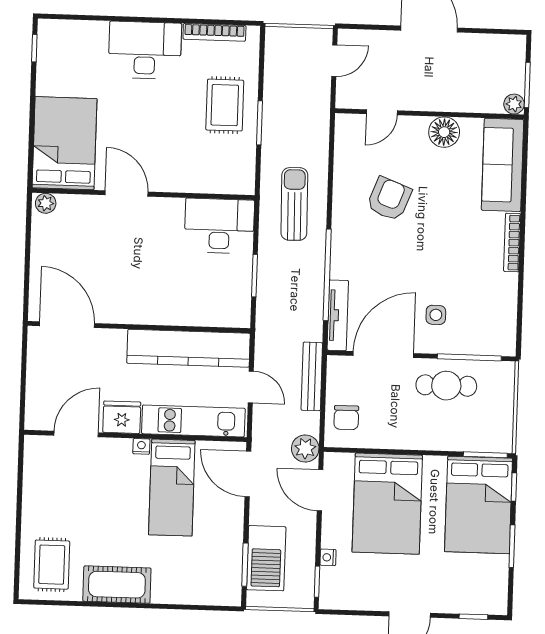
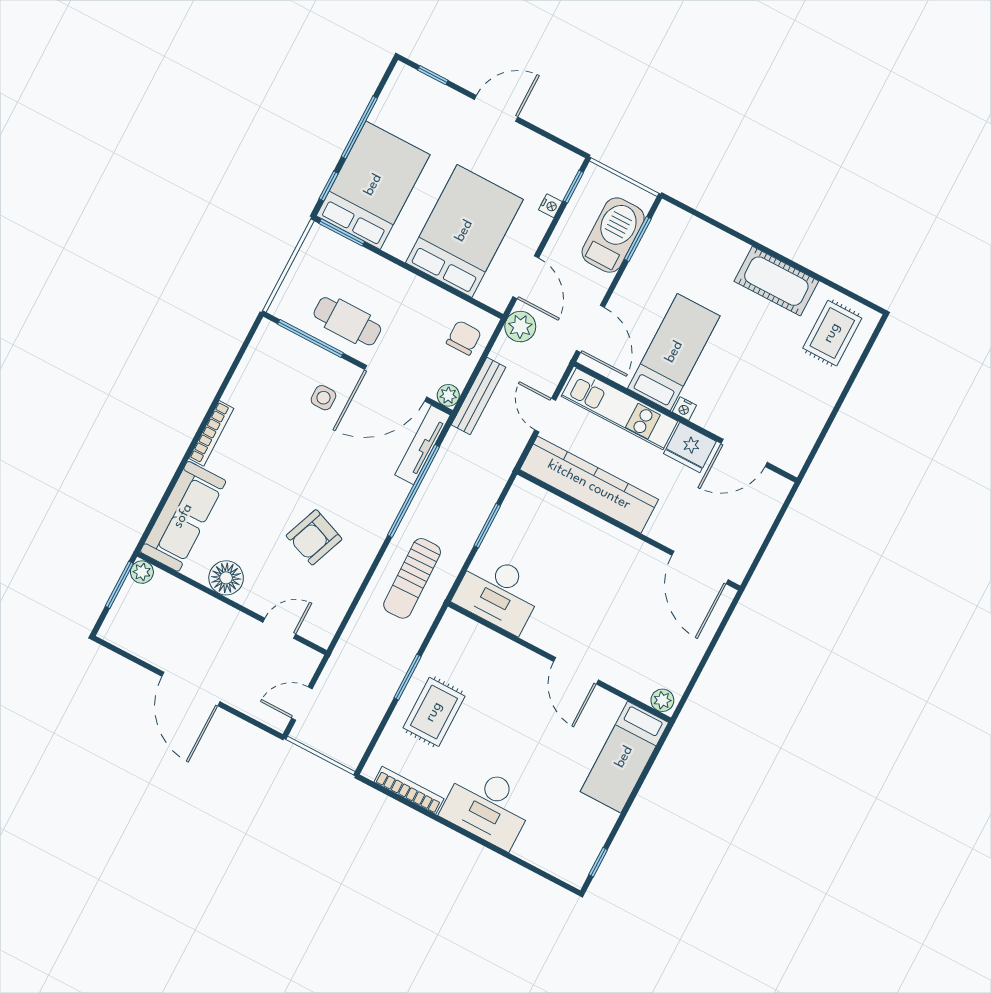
bed: (64, 143) -> (624, 757), width x0.67
plant: (336, 365) -> (448, 395), added
window: (512, 546) -> (359, 127), width x1.44

